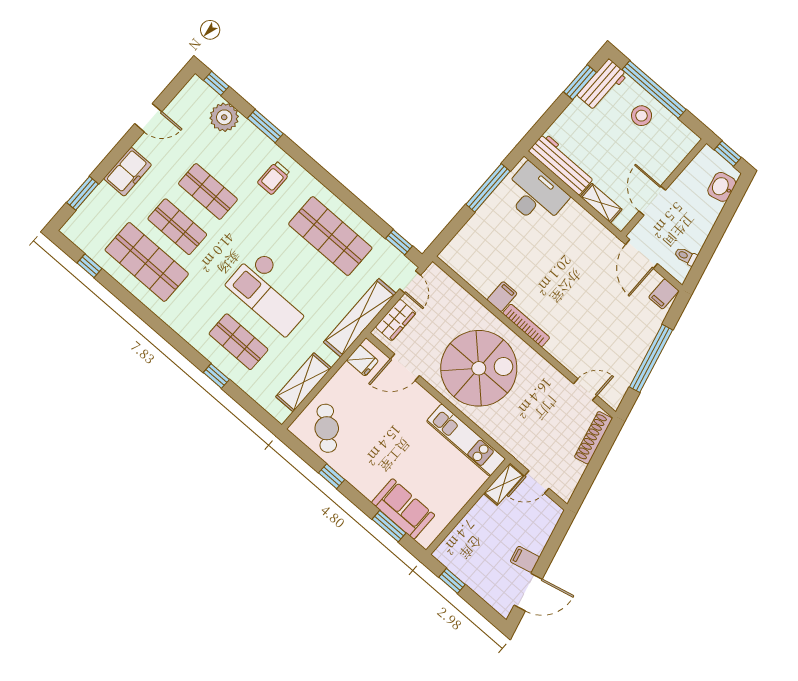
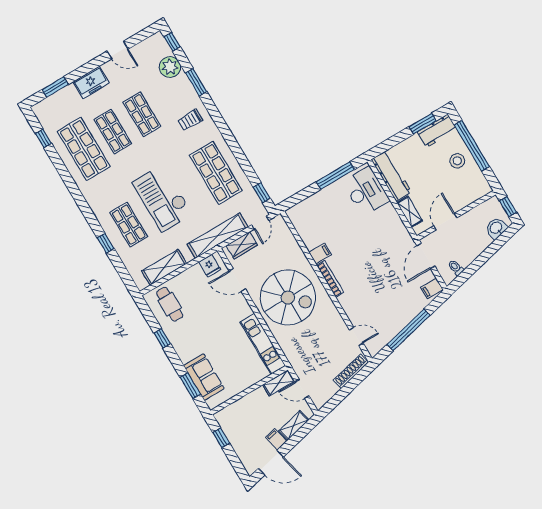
cafe table: (327, 428) -> (170, 304), turned -44
shelving: (542, 533) -> (294, 425), added

